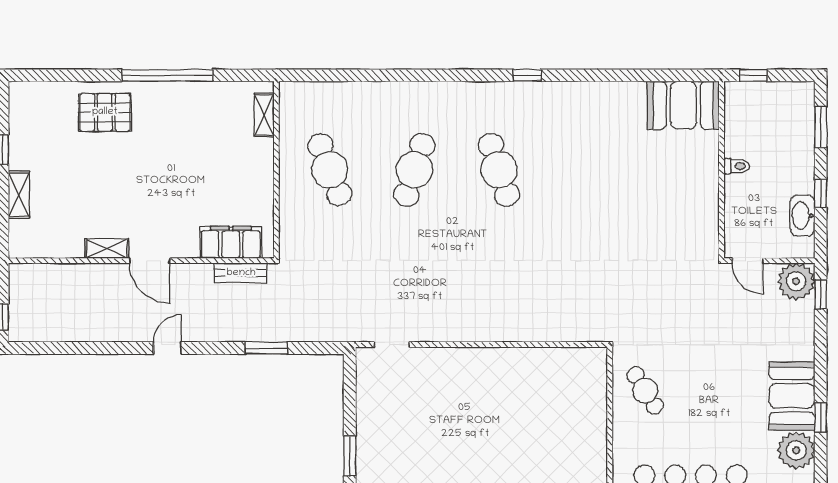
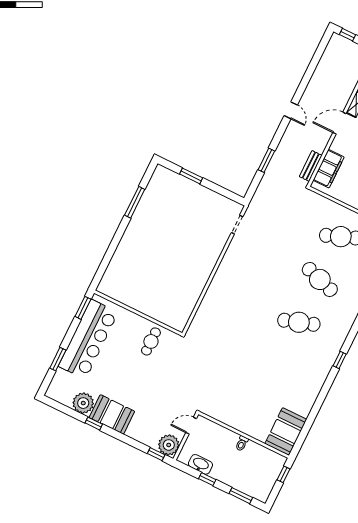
cafe table: (645, 391) -> (151, 341), turned -58

